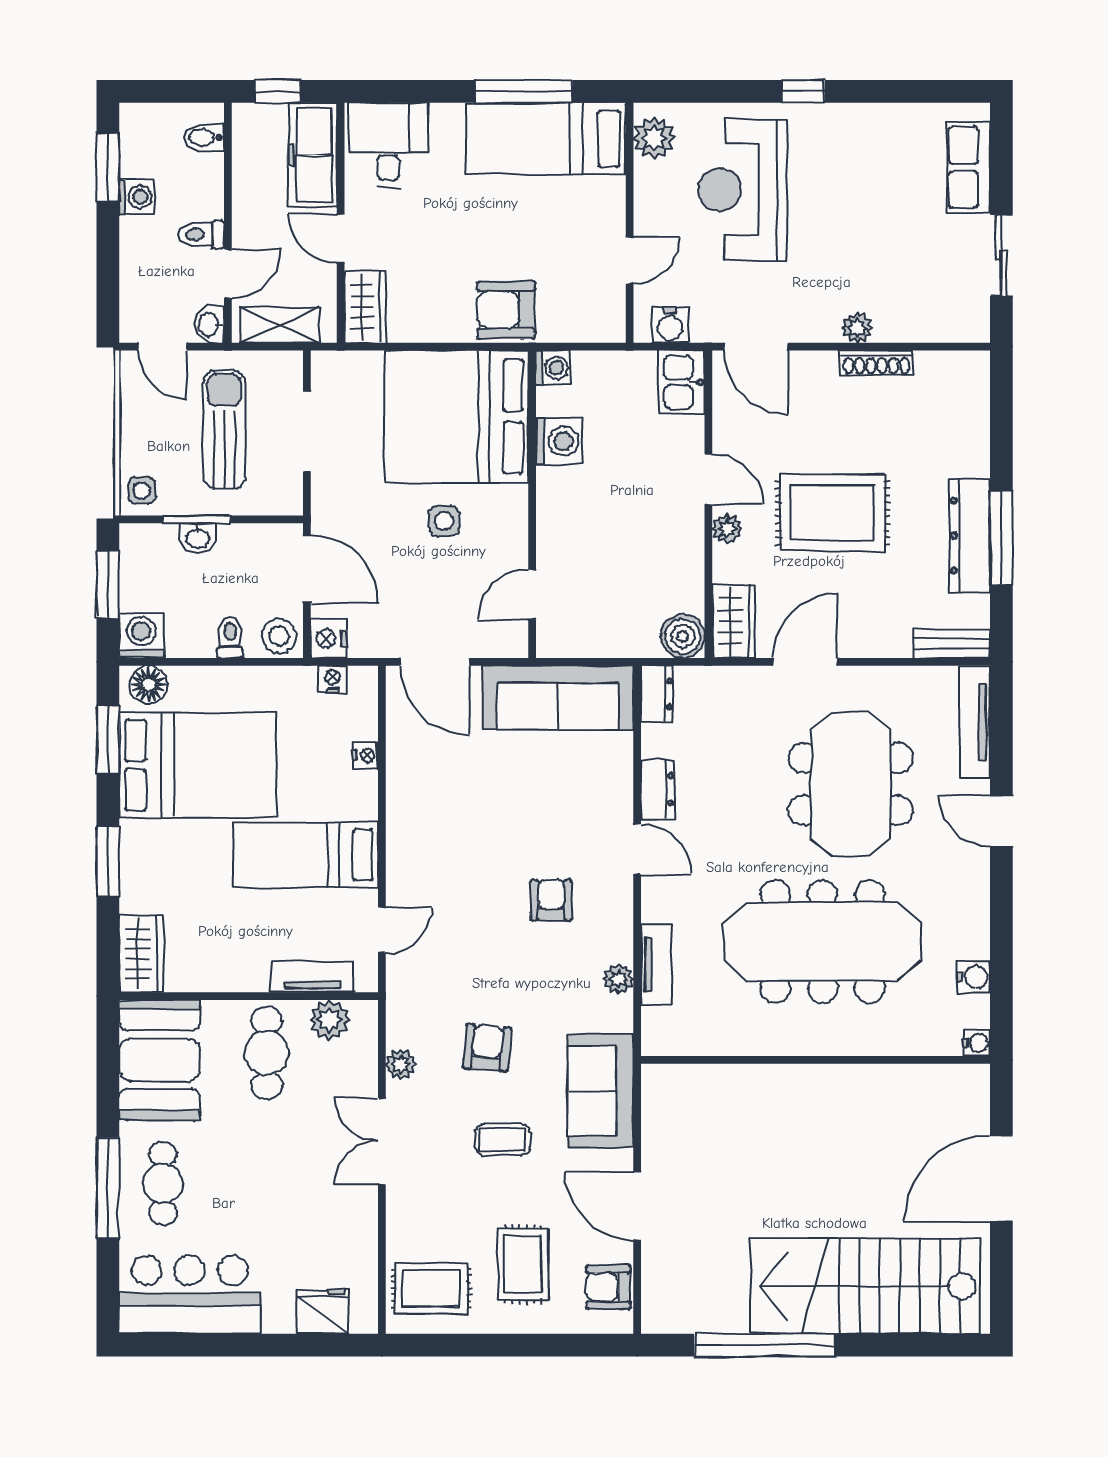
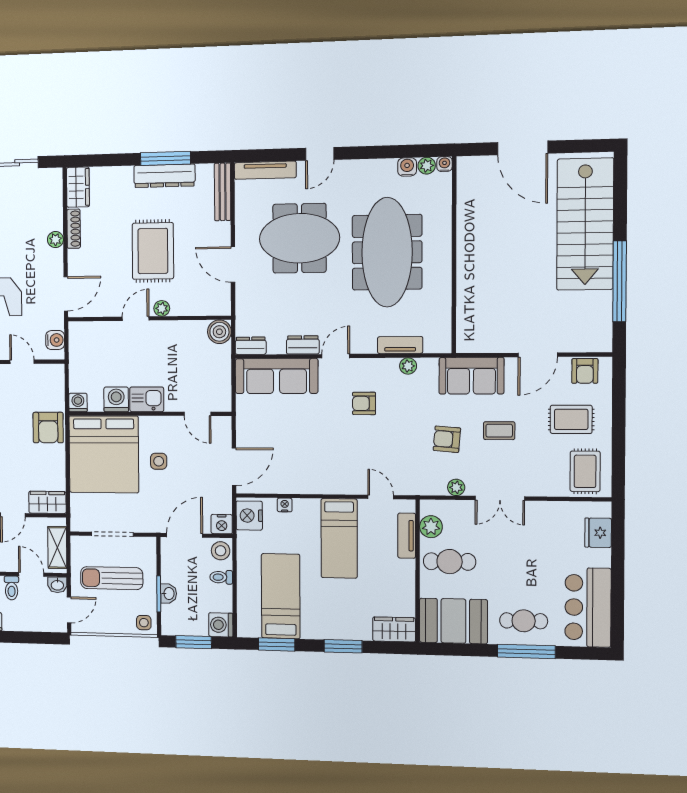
kitchen sink: (682, 382) -> (147, 399), moved, turned 180
wardrobe: (734, 621) -> (78, 187), moved, turned 90
bench: (952, 643) -> (223, 192), width x1.36
nightstand: (332, 679) -> (249, 516), width x1.89, depth x1.79
floor lamp: (148, 685) -> (247, 622), removed
sofa: (558, 698) -> (277, 376), moved, turned 90
bed: (197, 765) -> (281, 596), width x0.67
plant: (975, 1012) -> (427, 166), added
coffee table: (503, 1140) -> (499, 431), turned 90

